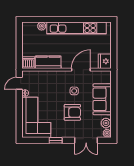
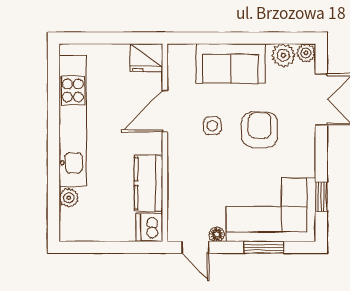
door: (81, 70) -> (165, 111), hinge flipped
window: (19, 114) -> (264, 247), added
window: (56, 140) -> (321, 197), moved

